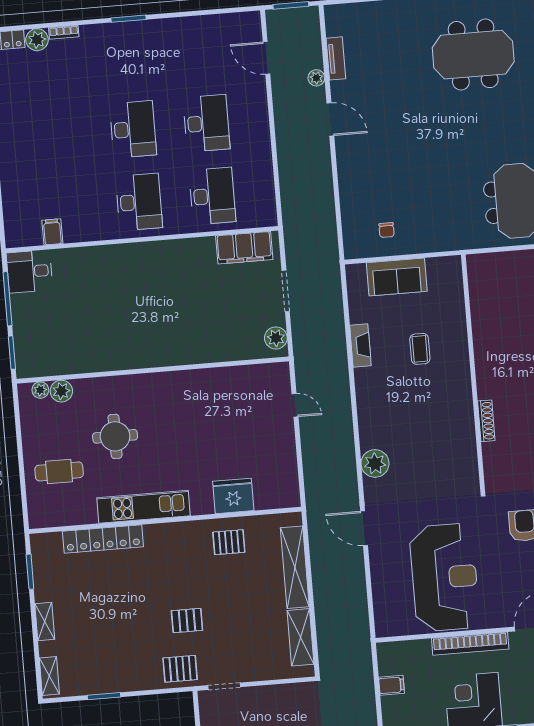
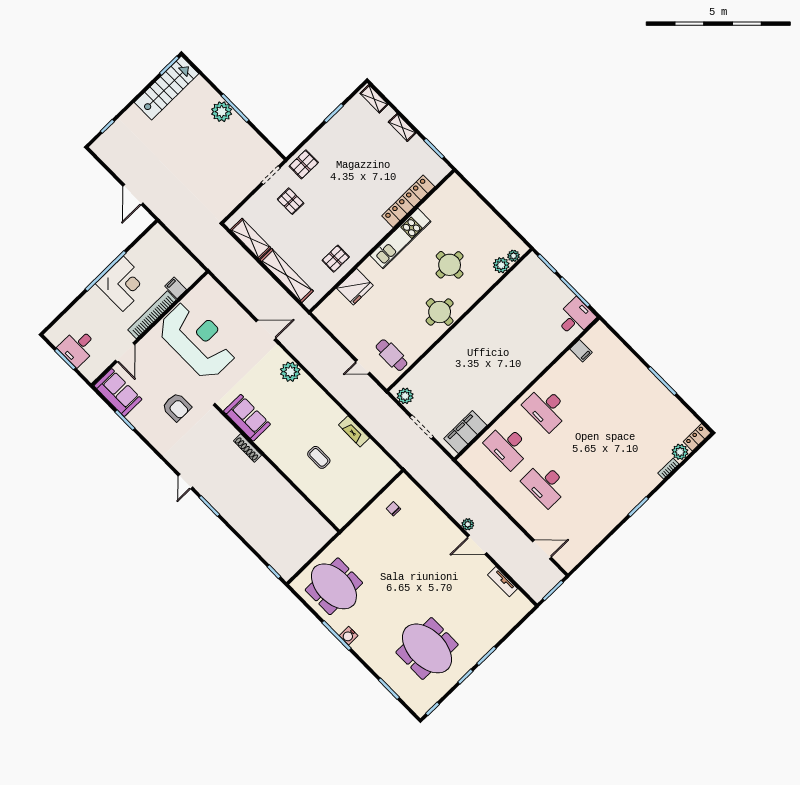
meeting table: (473, 55) -> (427, 648), turned 90
plant: (316, 78) -> (468, 524), moved
desk: (133, 129) -> (584, 446), removed
sofa: (397, 277) -> (247, 418), moved, turned 90
round table: (167, 396) -> (440, 312), added
cafe table: (59, 471) -> (391, 355), moved, turned 90
reception desk: (445, 577) -> (198, 340), turned 180
pallet: (187, 621) -> (291, 201), moved, turned 90
filing cabinet: (392, 685) -> (176, 288), moved, turned 90

